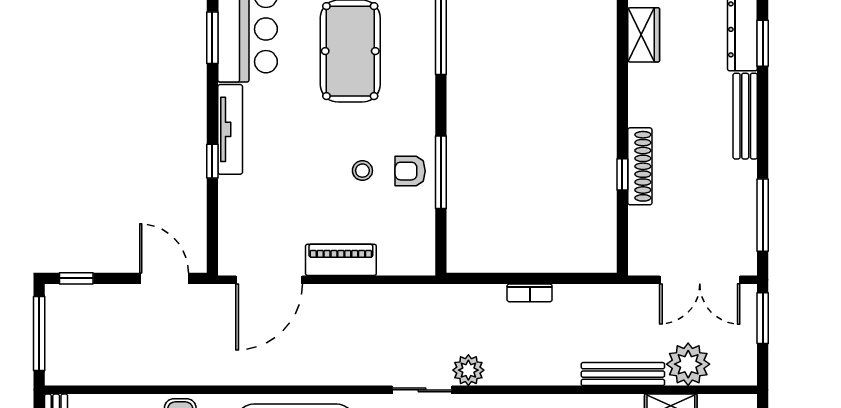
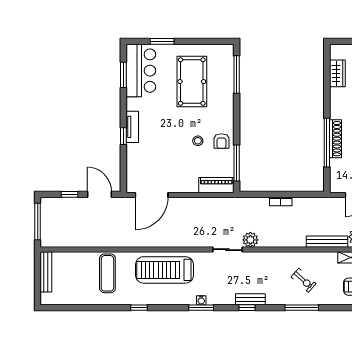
tv unit: (230, 129) -> (132, 127), width x0.71
armchair: (410, 171) -> (221, 141), turned -90
window: (441, 172) -> (237, 163), moved
window: (622, 174) -> (327, 143), width x3.17
piano: (341, 260) -> (216, 185), moved
window: (76, 278) -> (69, 194), moved

